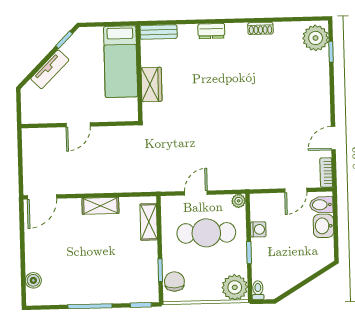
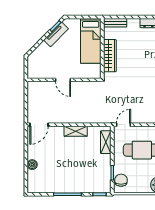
tv unit: (50, 69) -> (56, 34), moved
wardrobe: (151, 84) -> (110, 56), width x1.50
door: (78, 125) -> (63, 80), hinge flipped
door: (196, 193) -> (124, 125), moved
boiler: (33, 280) -> (32, 165), moved

